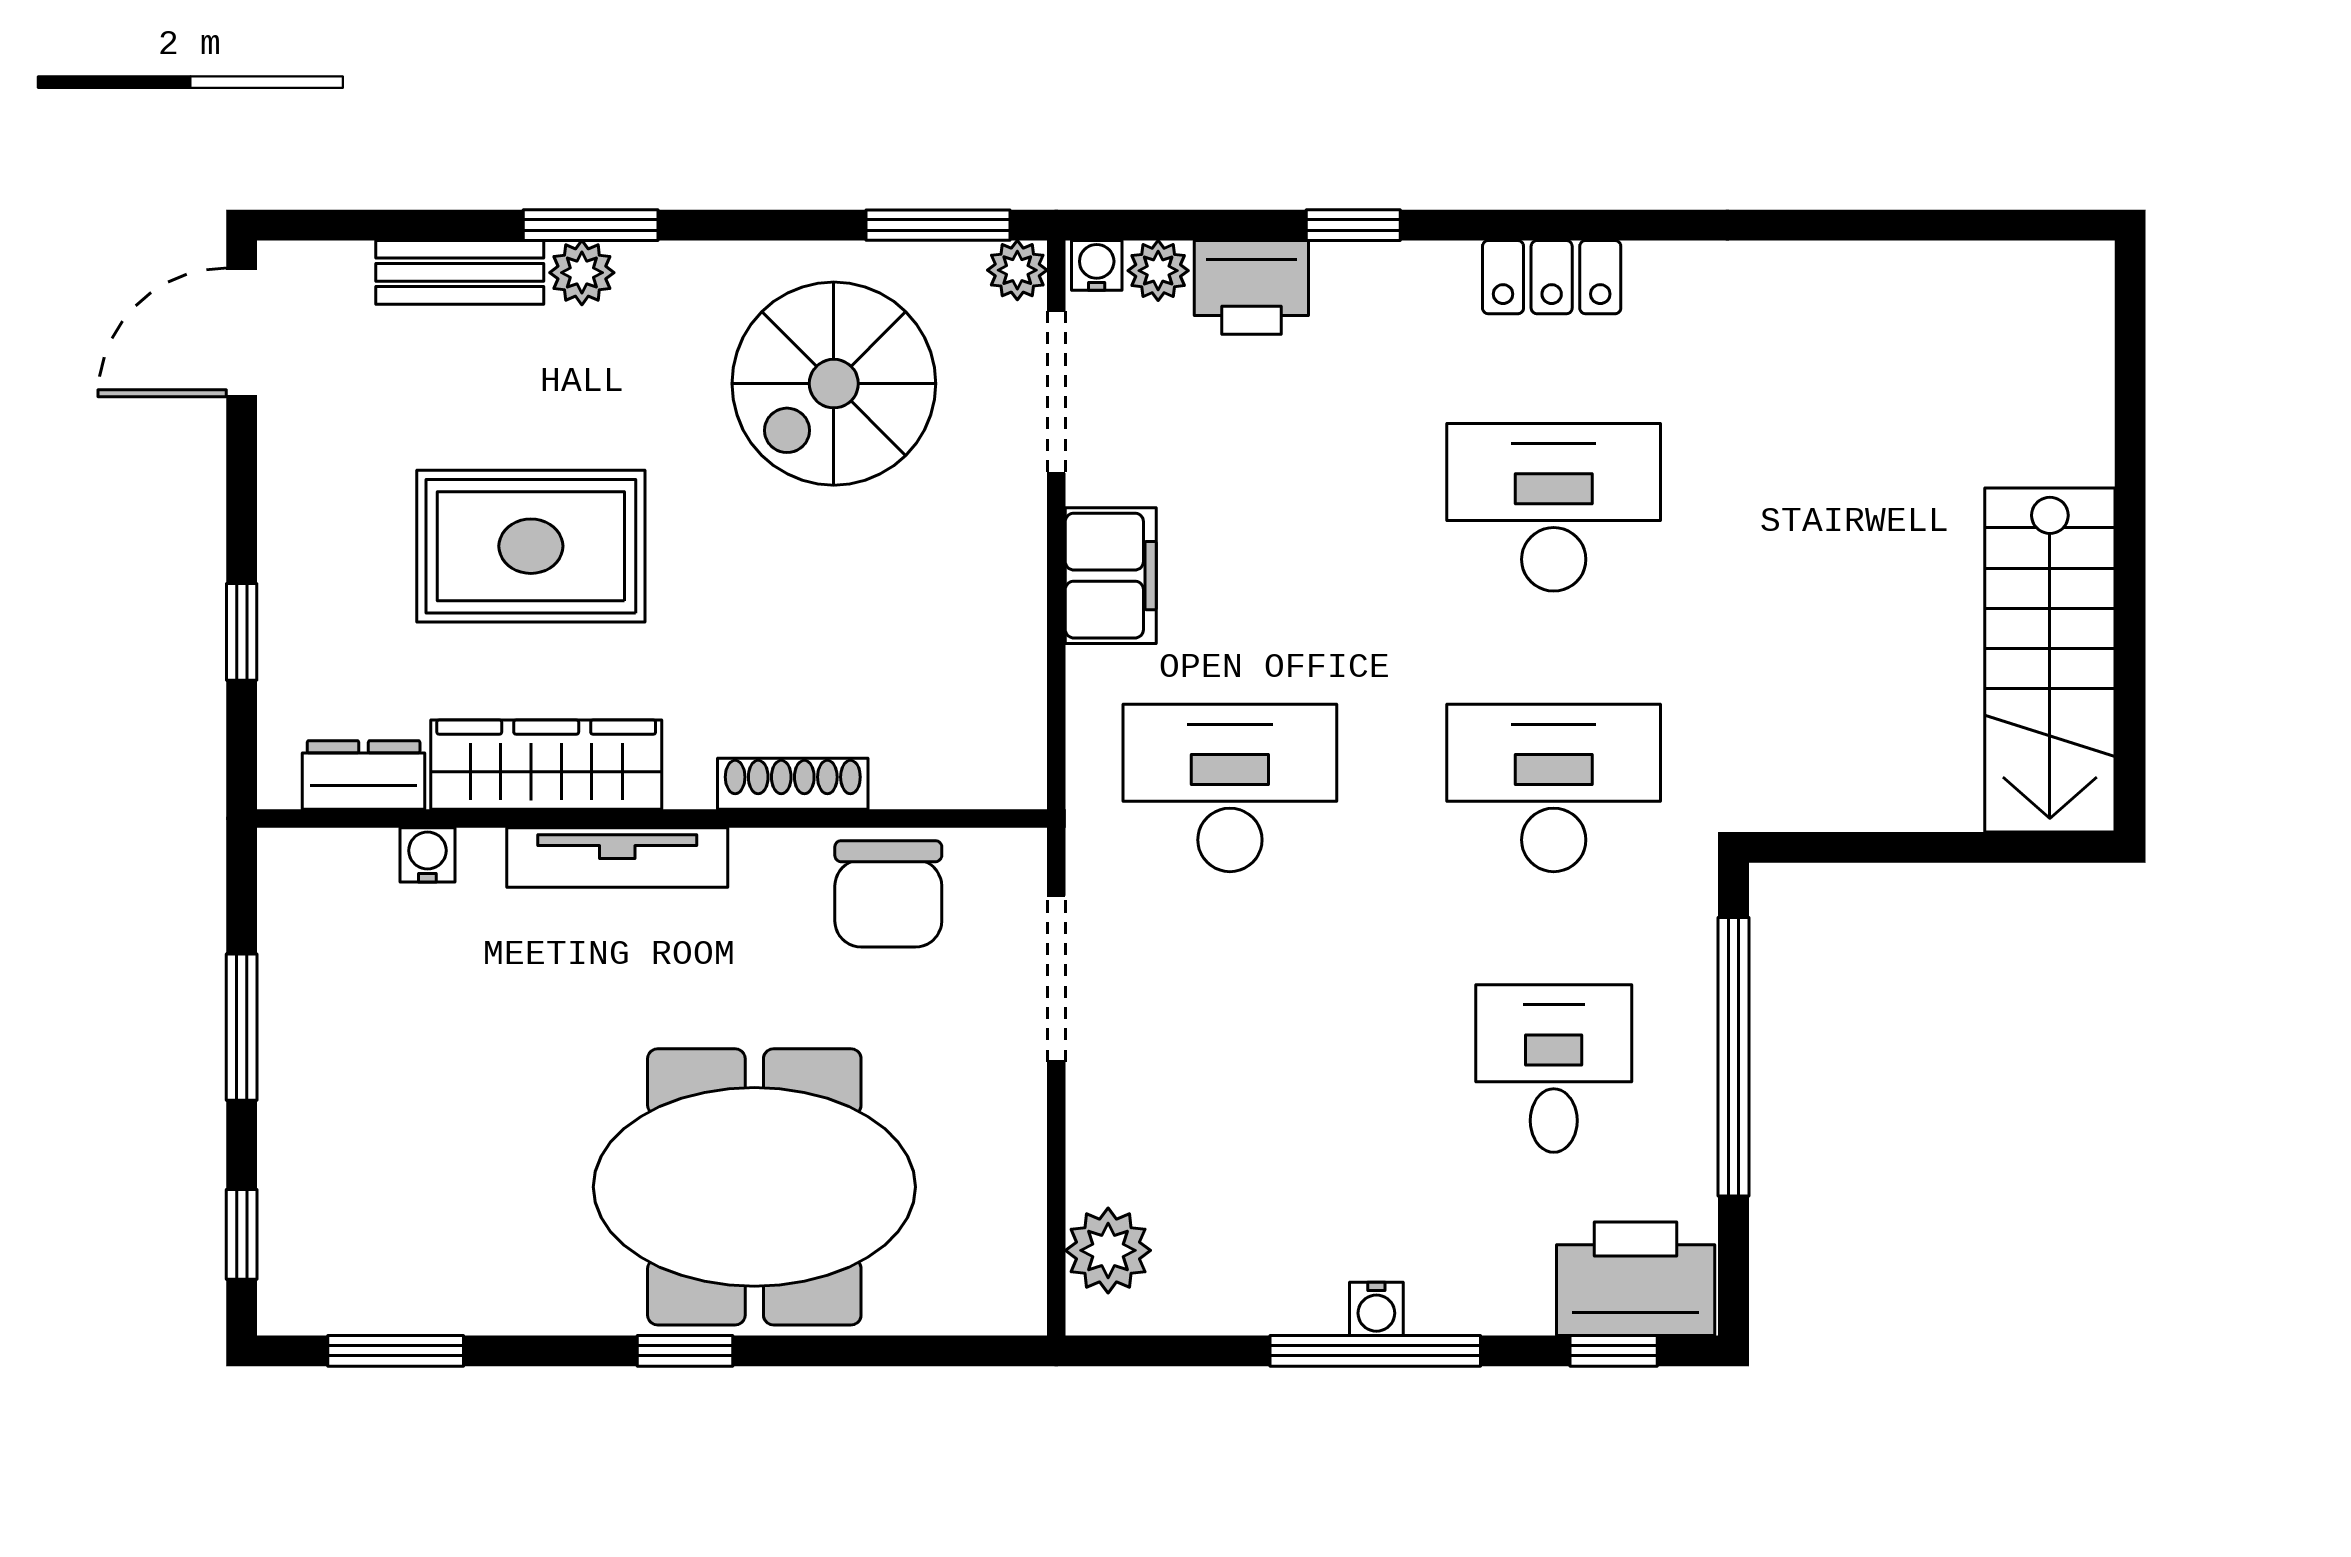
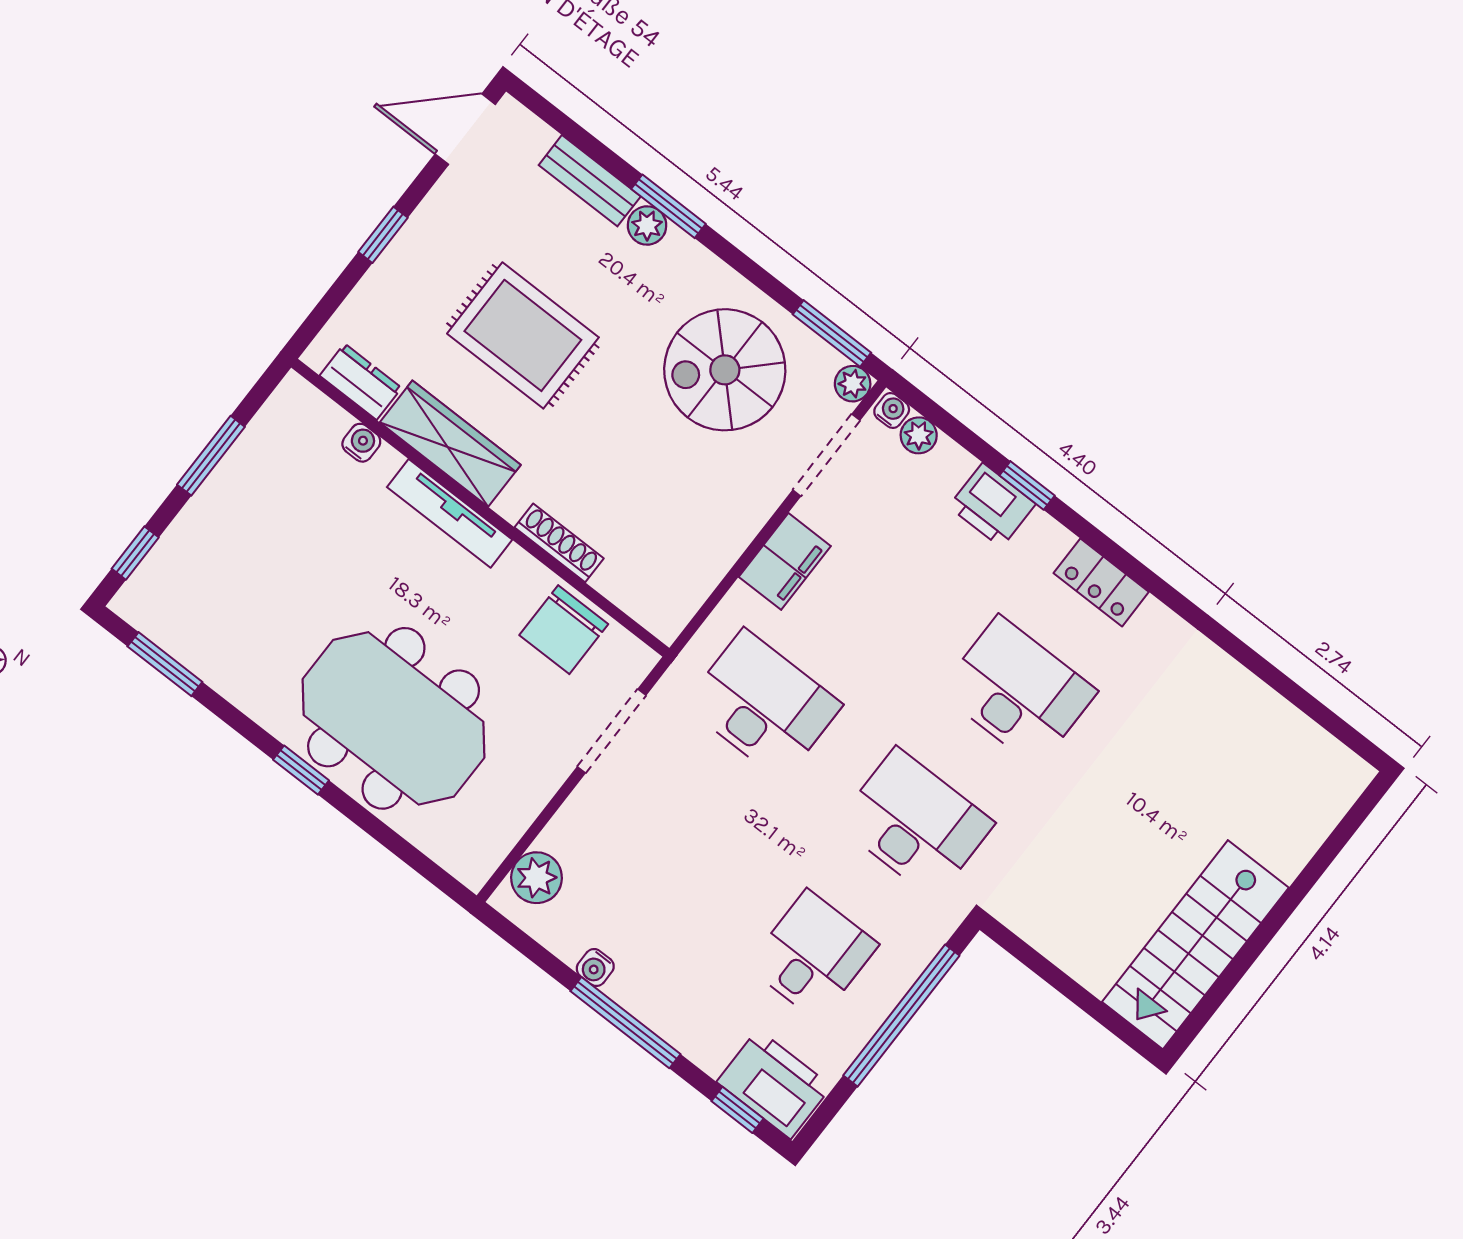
printer: (1251, 287) -> (992, 505), moved
window: (242, 632) -> (383, 235), moved
water cooler: (1376, 1309) -> (595, 967), moved

